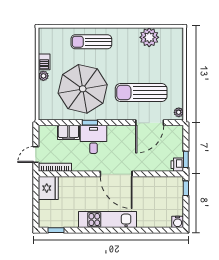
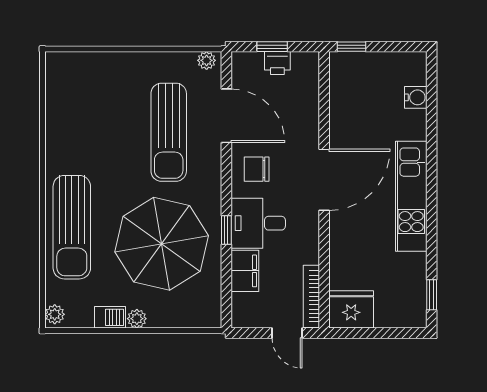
plant: (149, 37) -> (55, 314), moved, width x0.53, depth x0.53
sun lounger: (91, 42) -> (72, 227), width x1.36, depth x1.34
chair: (122, 139) -> (257, 169), added
window: (186, 159) -> (272, 47), moved
printer: (177, 165) -> (277, 63), moved
water cooler: (178, 222) -> (416, 97), moved

